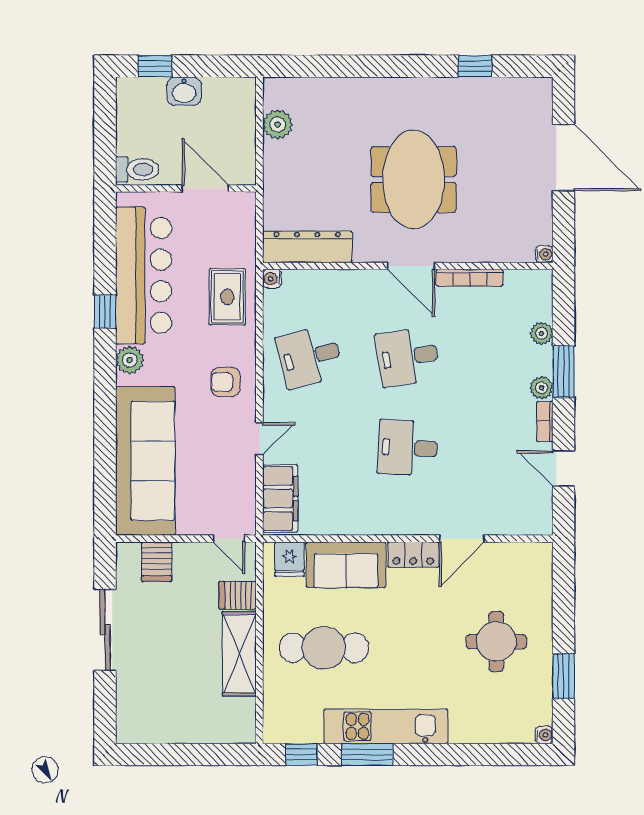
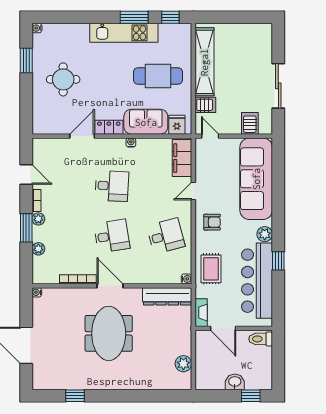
fireplace: (245, 217) -> (201, 313), added
water cooler: (373, 527) -> (131, 143), added
shelving: (239, 654) -> (204, 62), width x1.47

